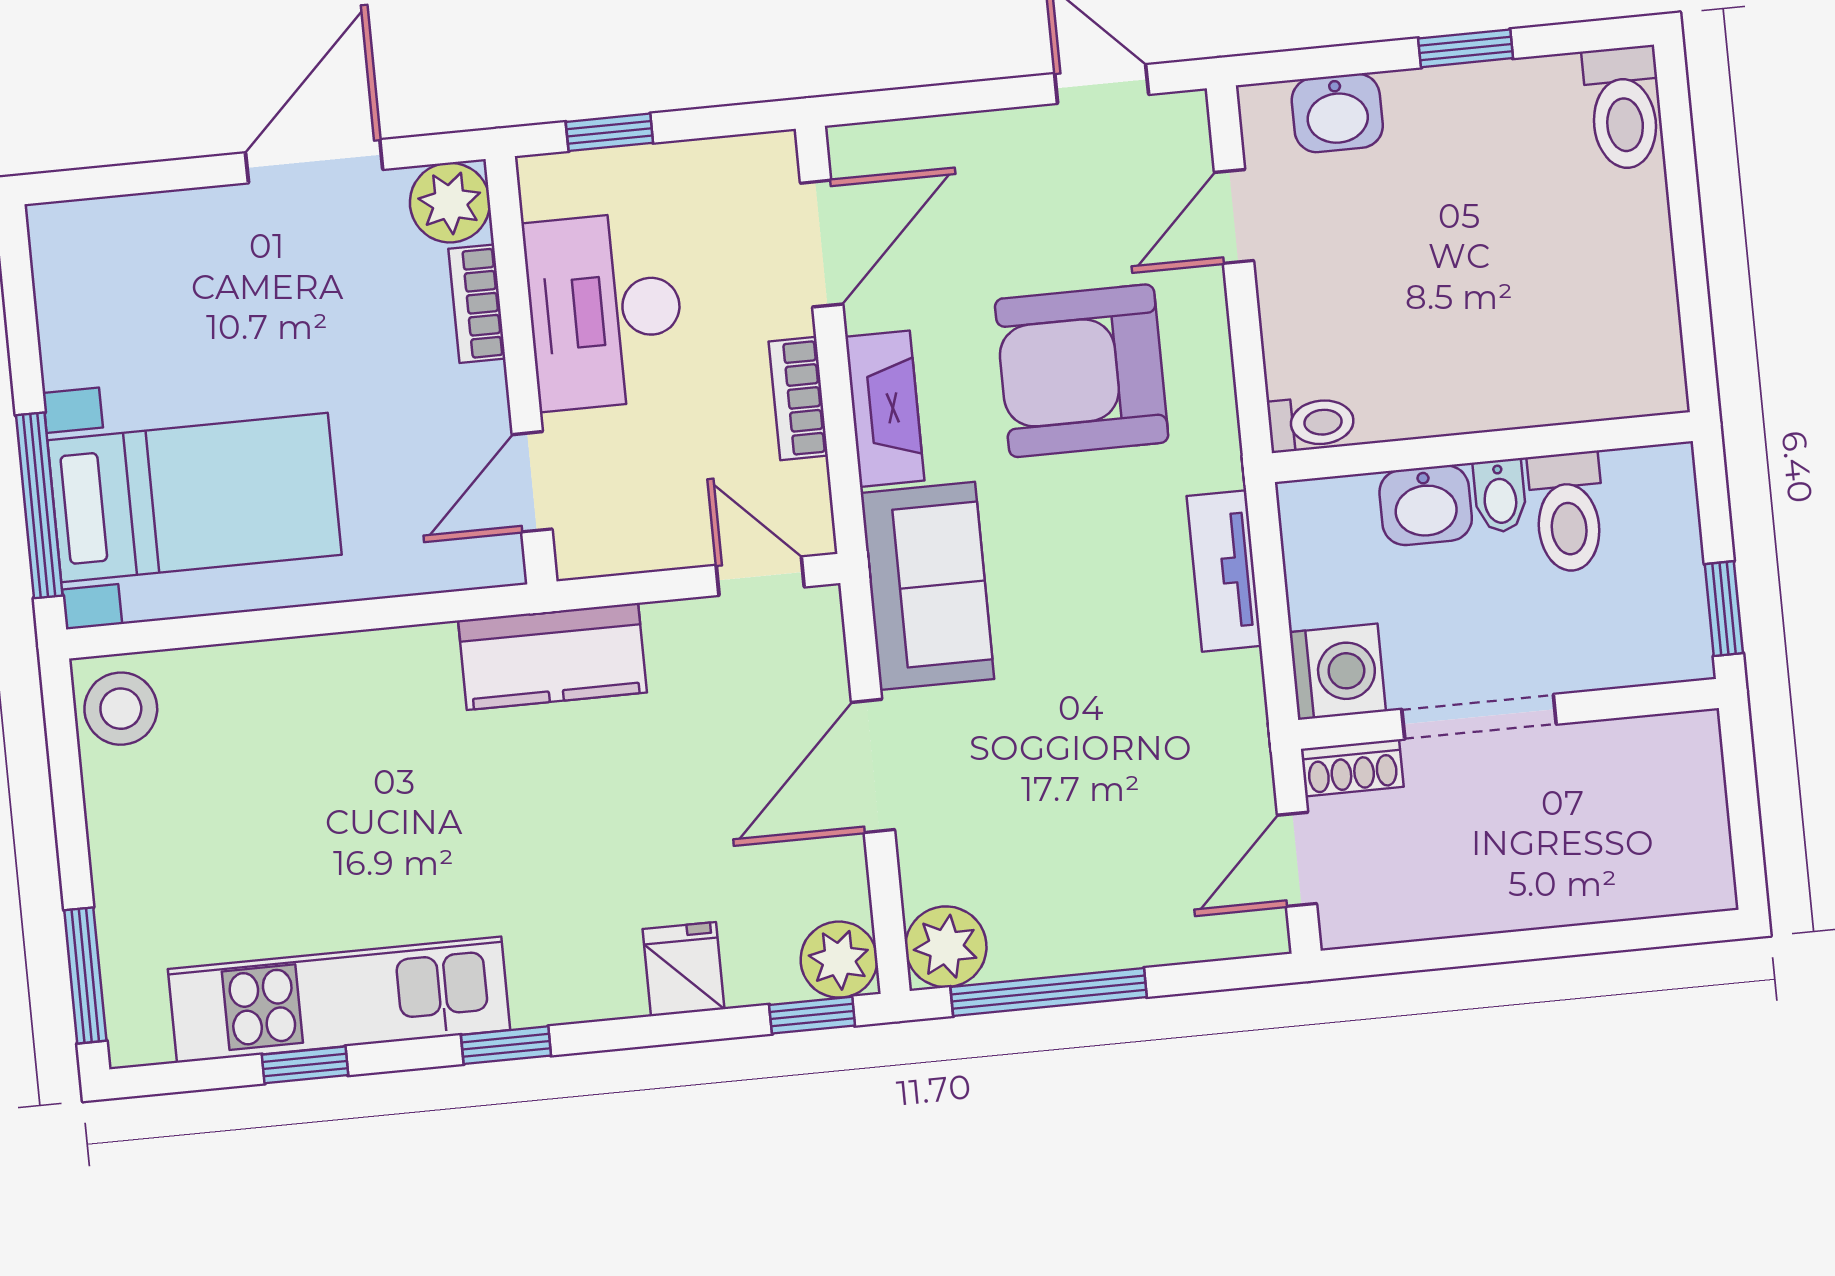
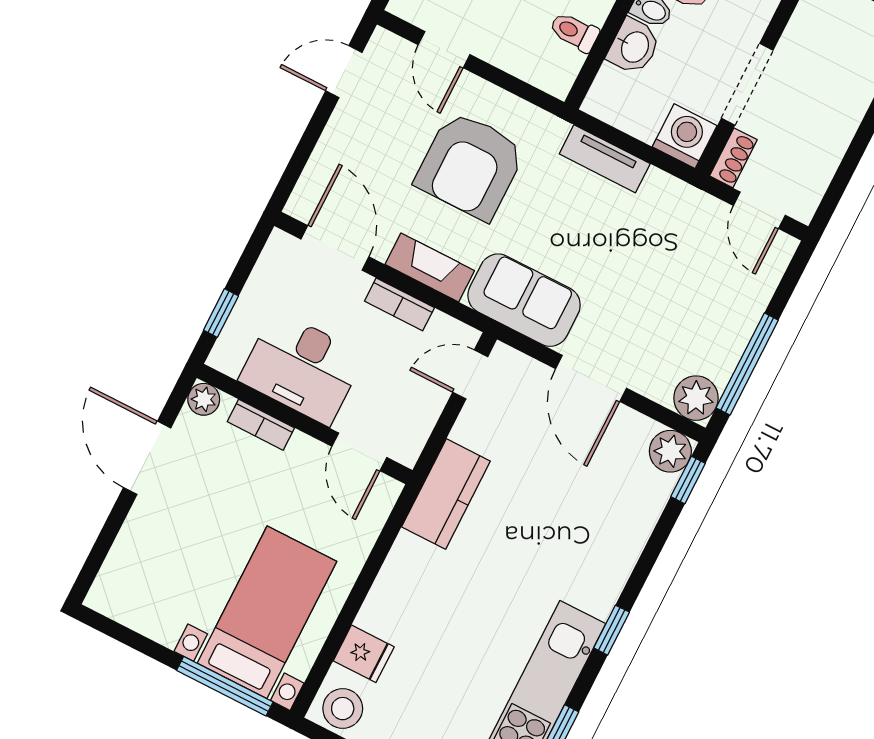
plant: (450, 203) -> (204, 399), width x0.73, depth x0.73
toilet: (1311, 423) -> (574, 32), moved, turned -90
fridge: (683, 969) -> (364, 654), moved, turned 180

